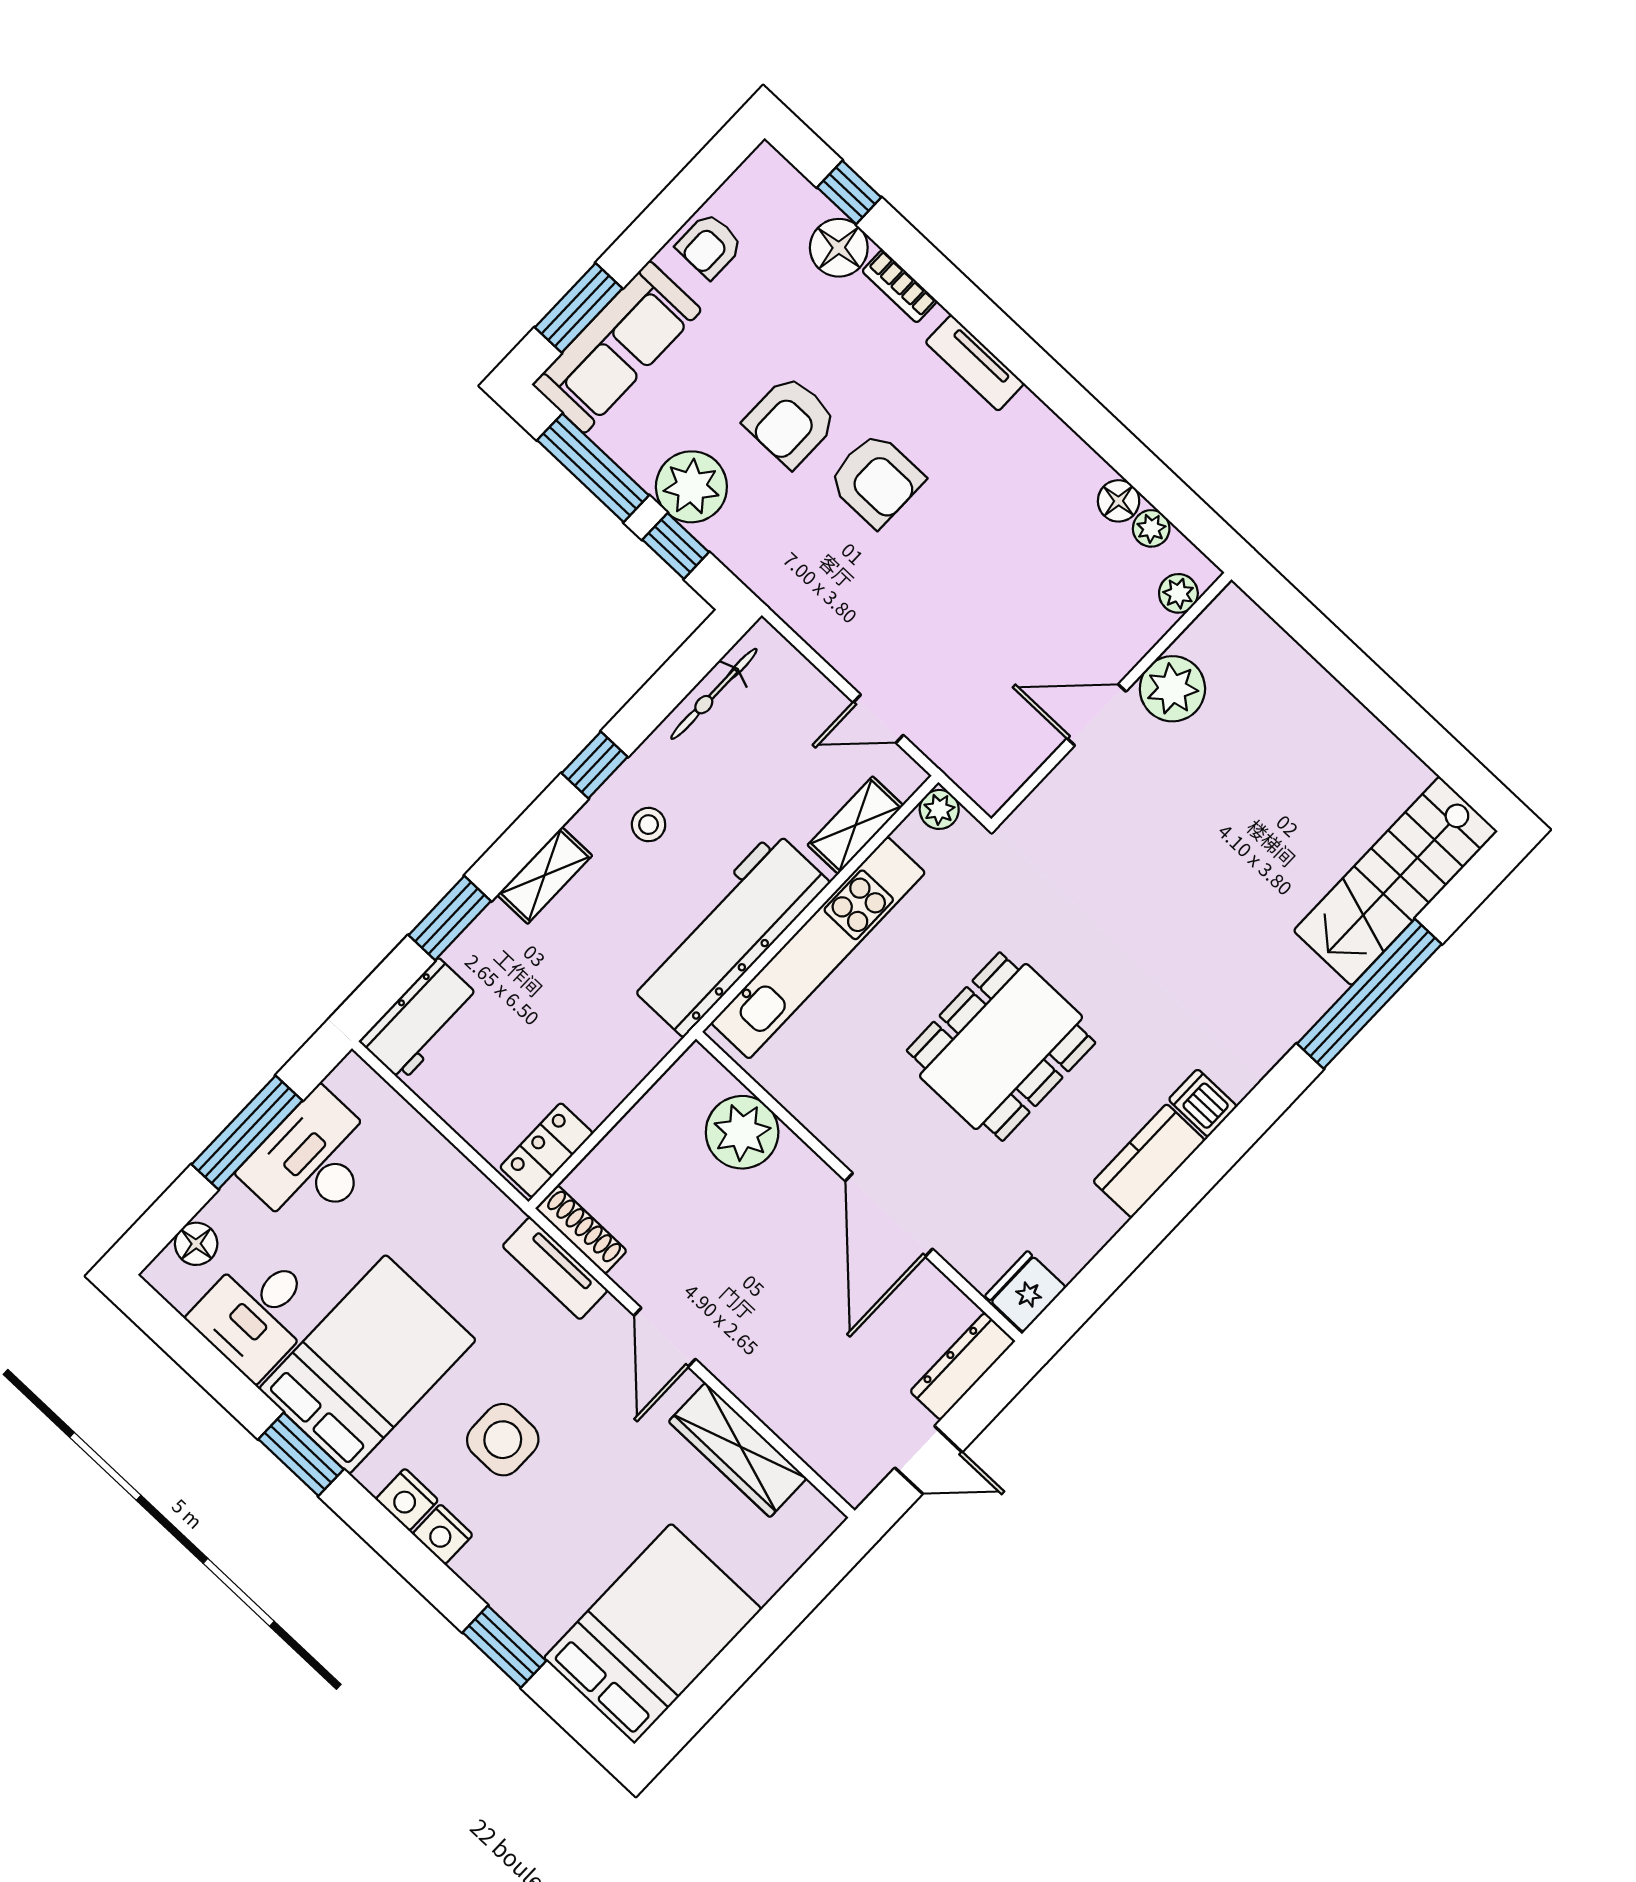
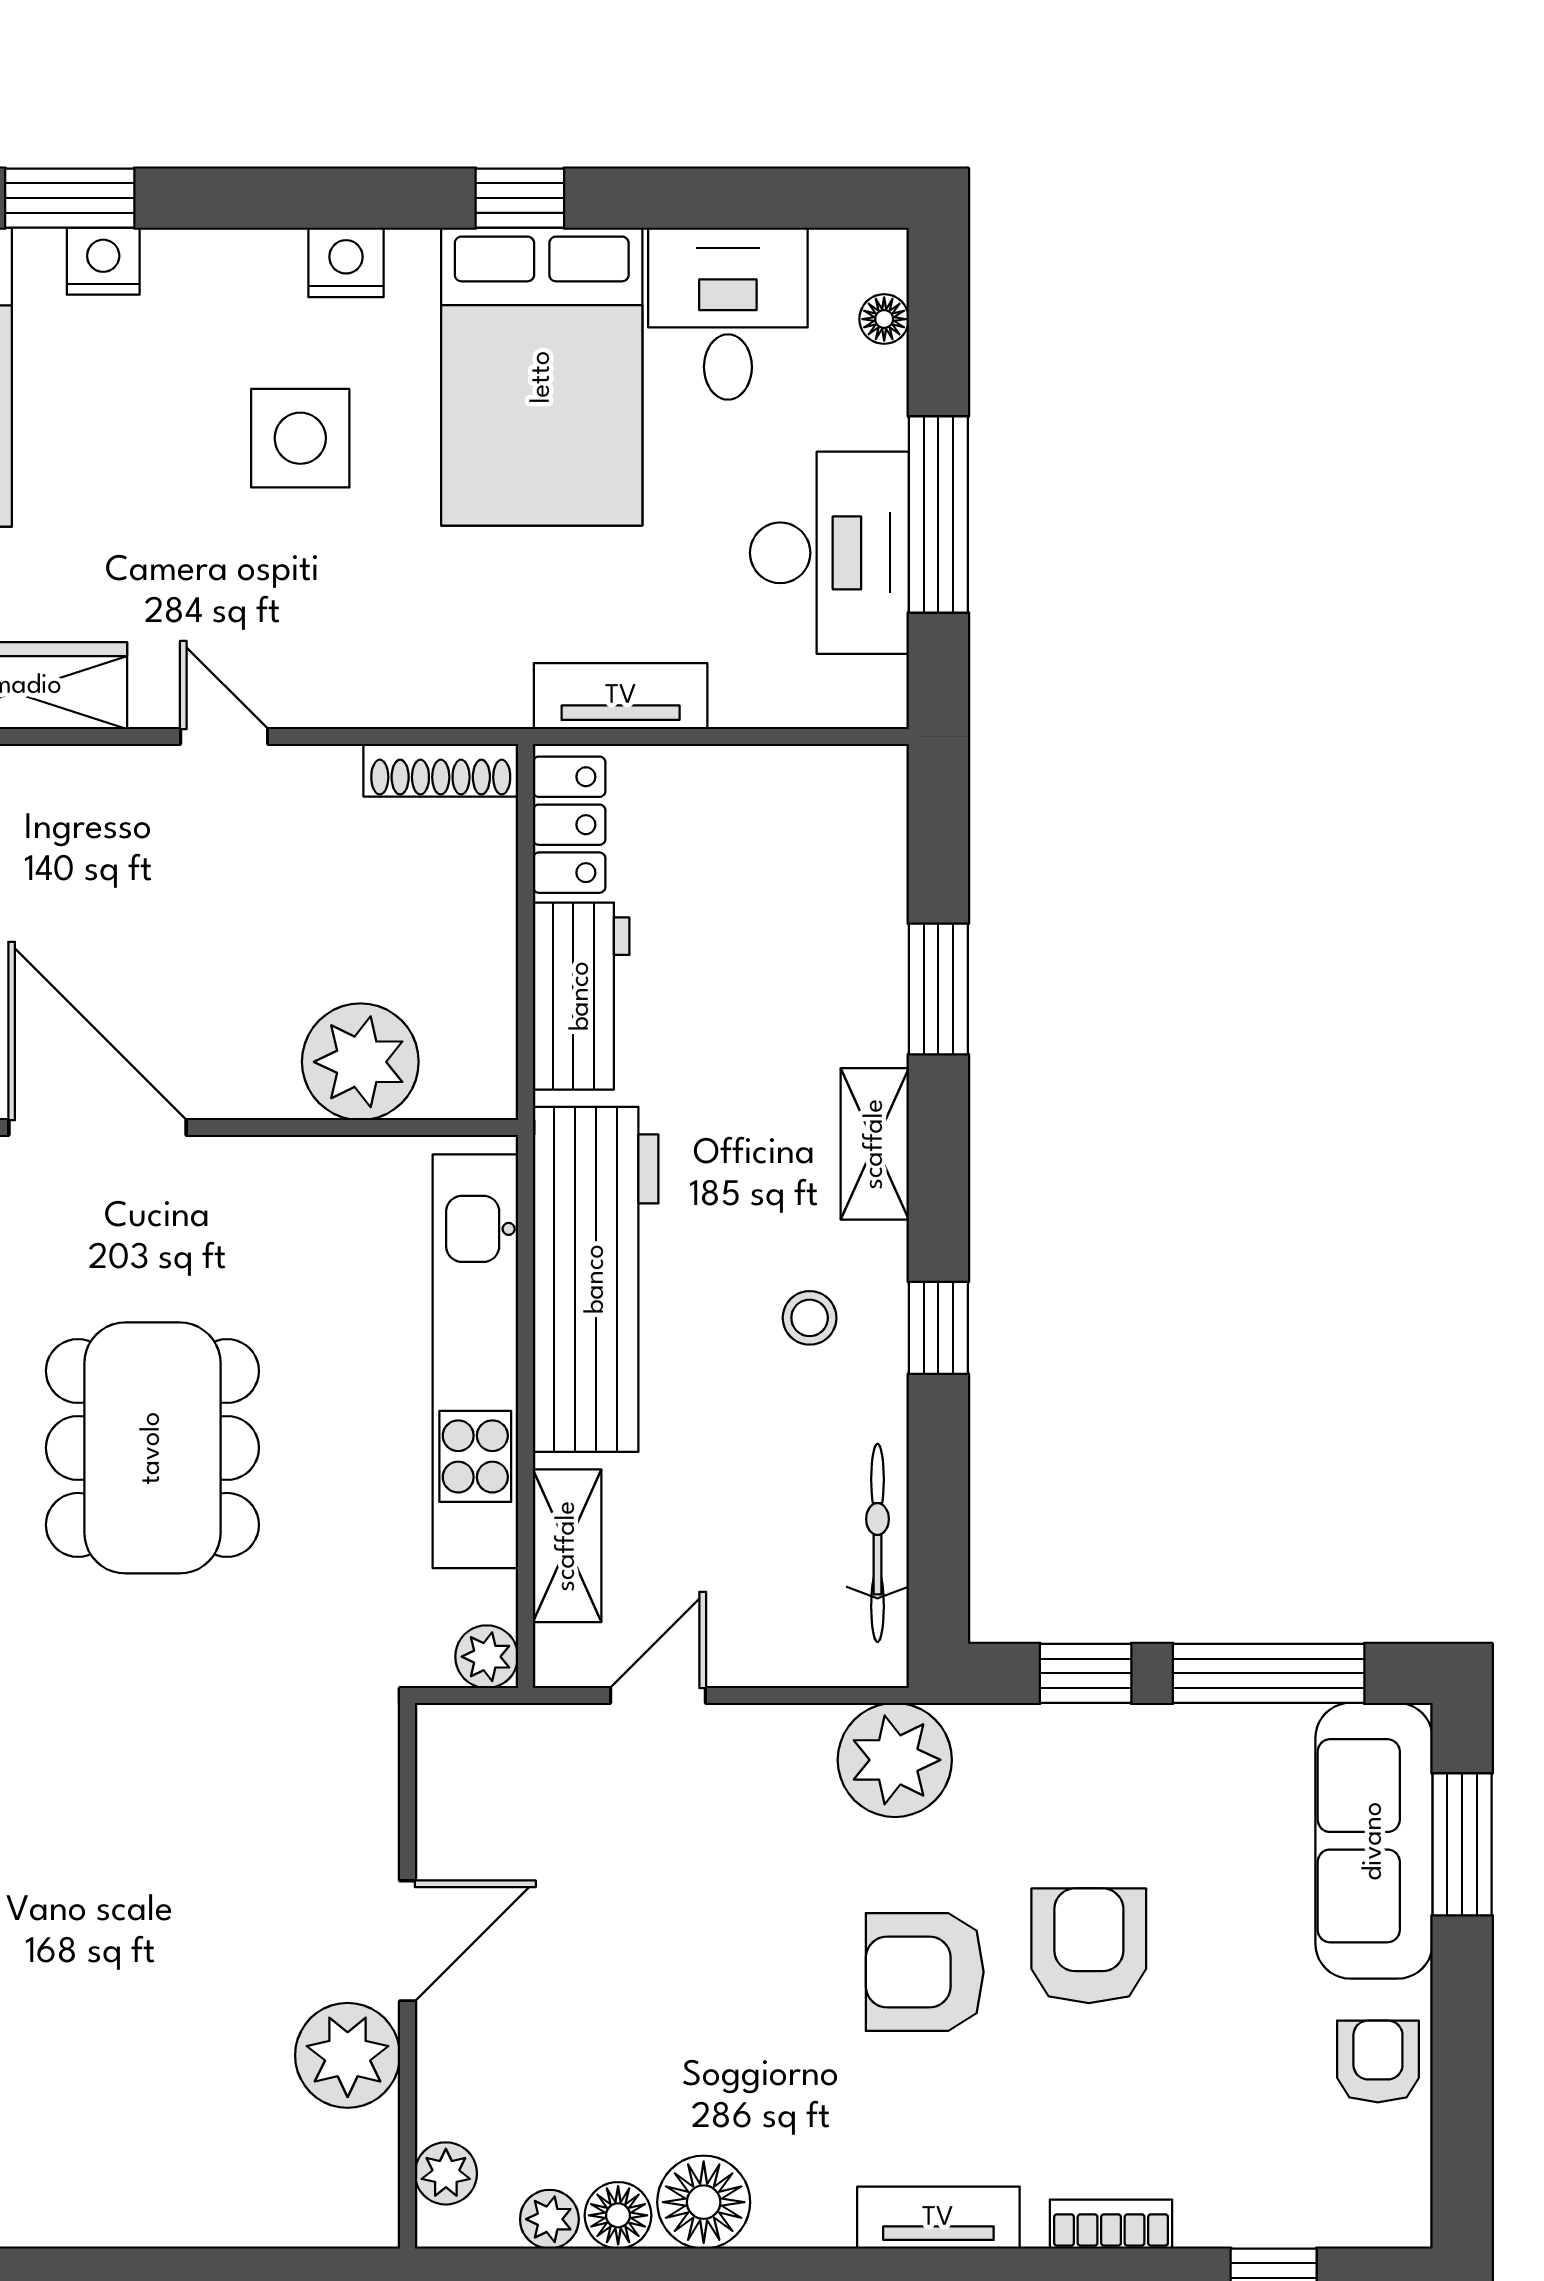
floor lamp: (839, 248) -> (704, 2202), moved
plant: (691, 487) -> (895, 1760), moved
workbench: (420, 1020) -> (581, 996), moved, turned 180
floor lamp: (196, 1244) -> (884, 319), width x0.73, depth x0.73
tv unit: (555, 1268) -> (621, 696), moved
door: (665, 1337) -> (224, 737), width x0.73
window: (301, 1454) -> (520, 198), width x0.67
nightstand: (443, 1534) -> (103, 261), moved

